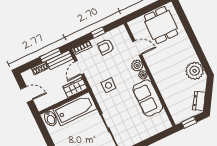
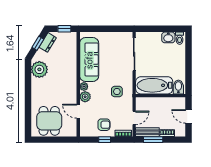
wardrobe: (75, 88) -> (146, 103), removed
window: (208, 96) -> (38, 43), added
sofa: (148, 98) -> (89, 60), width x1.36

